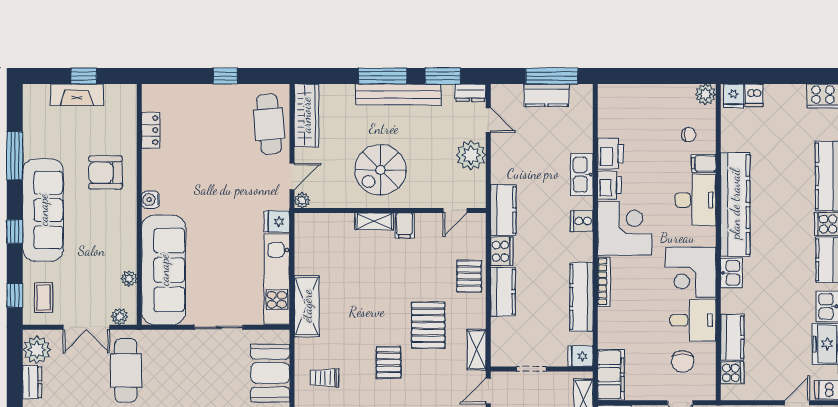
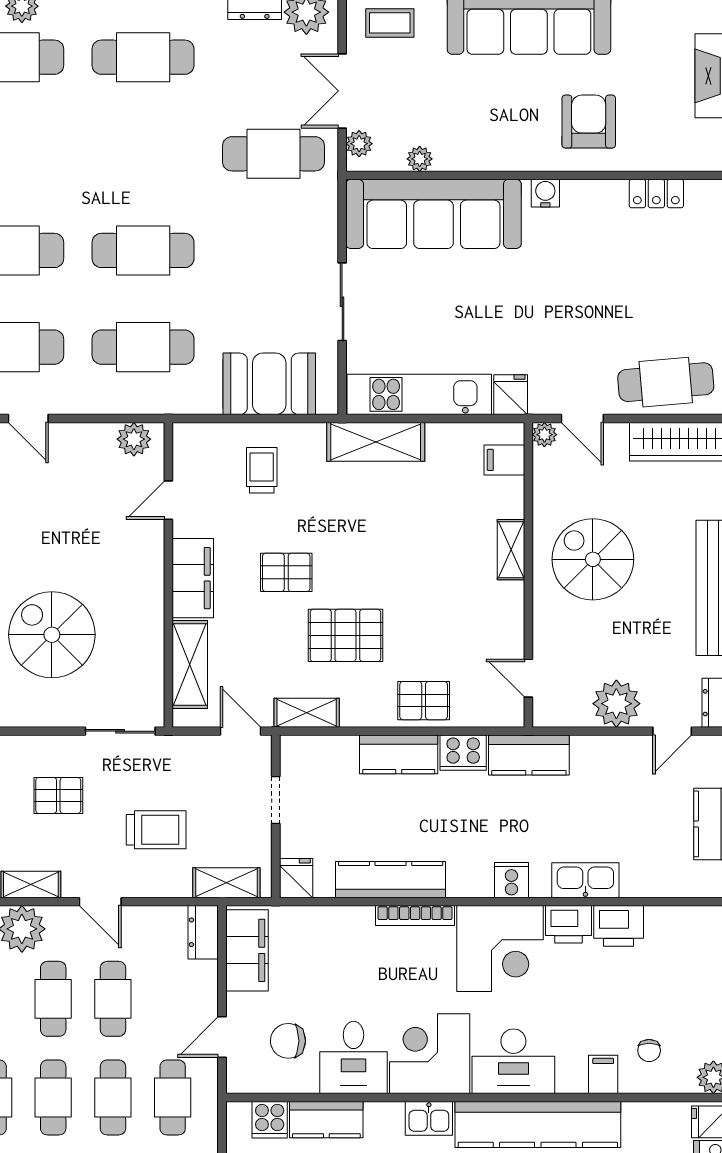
desk: (695, 200) -> (513, 1061), moved
filing cabinet: (404, 225) -> (504, 460), moved
filing cabinet: (611, 375) -> (247, 950), moved, turned -90

